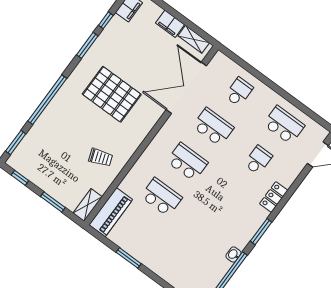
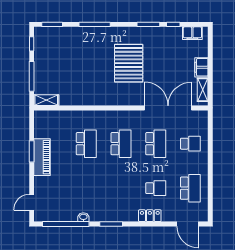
window: (47, 100) -> (95, 24), width x0.68
trolley: (101, 157) -> (83, 86), removed
locker: (274, 197) -> (150, 216), moved
window: (53, 202) -> (32, 76), width x1.44
piano: (111, 212) -> (42, 157), moved, turned -90

